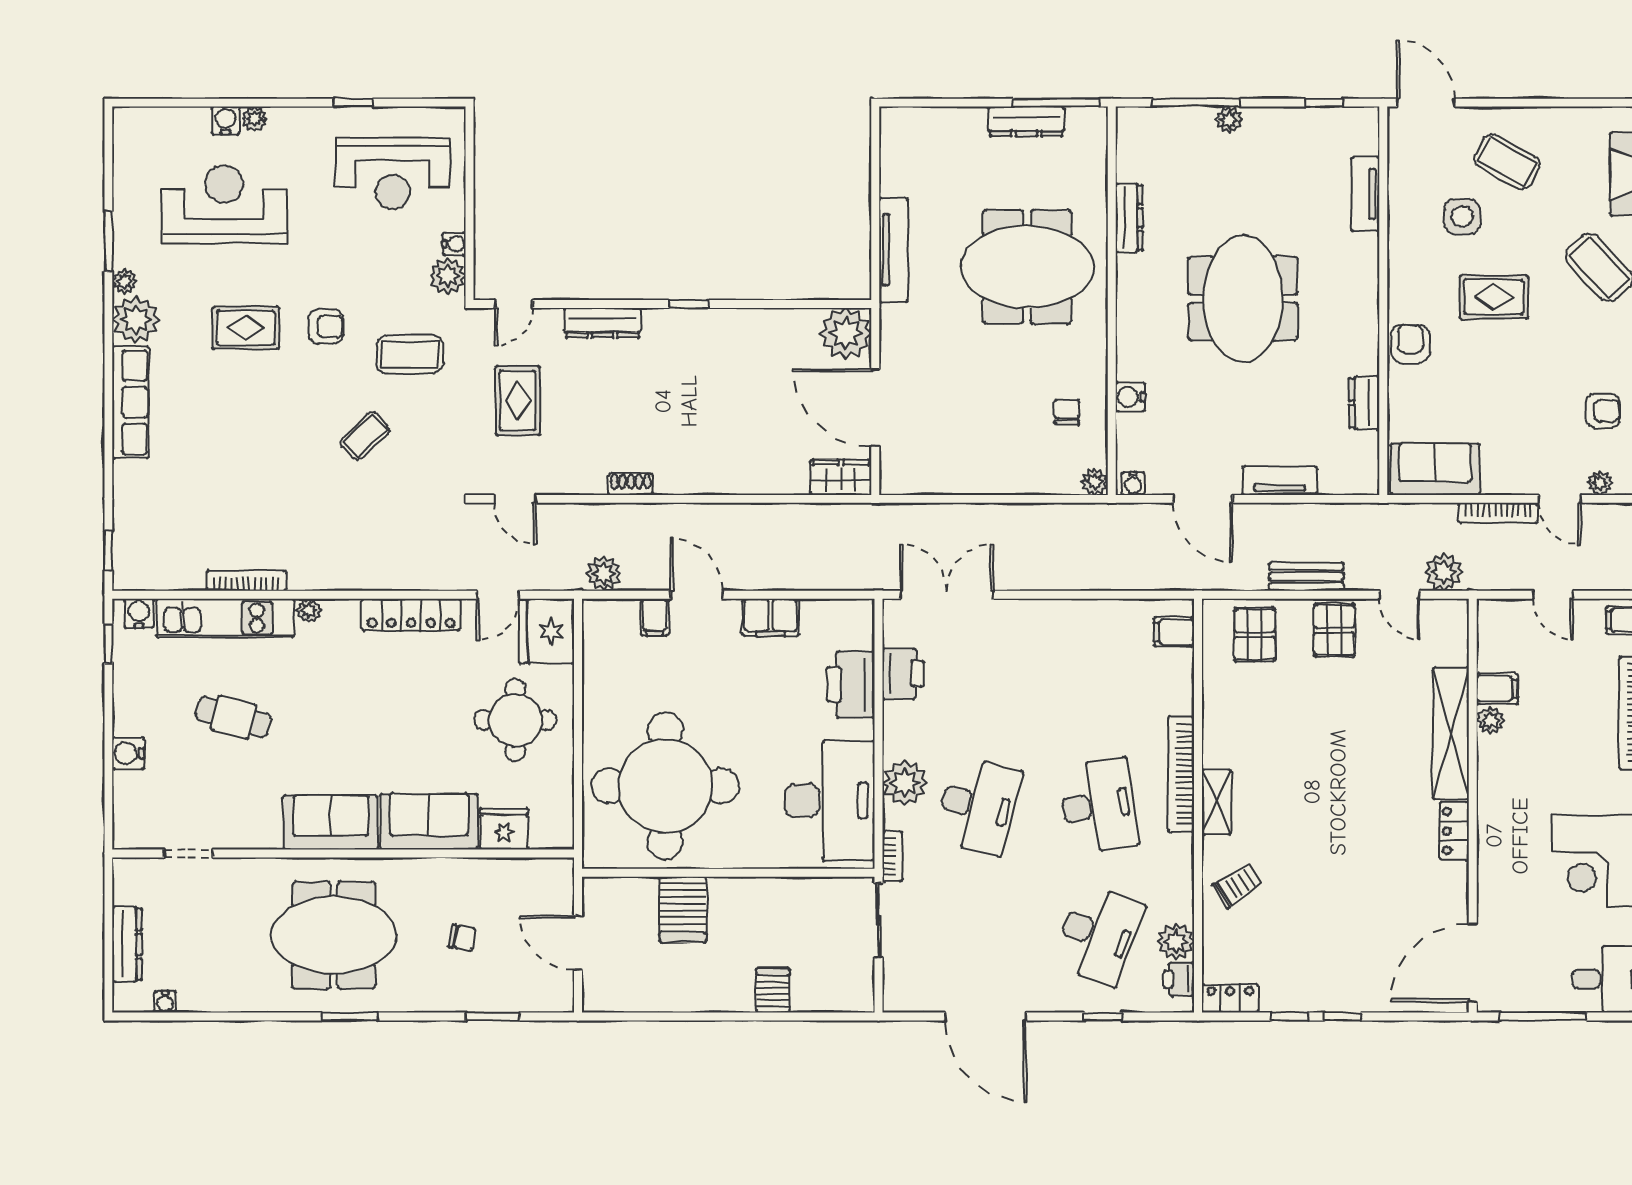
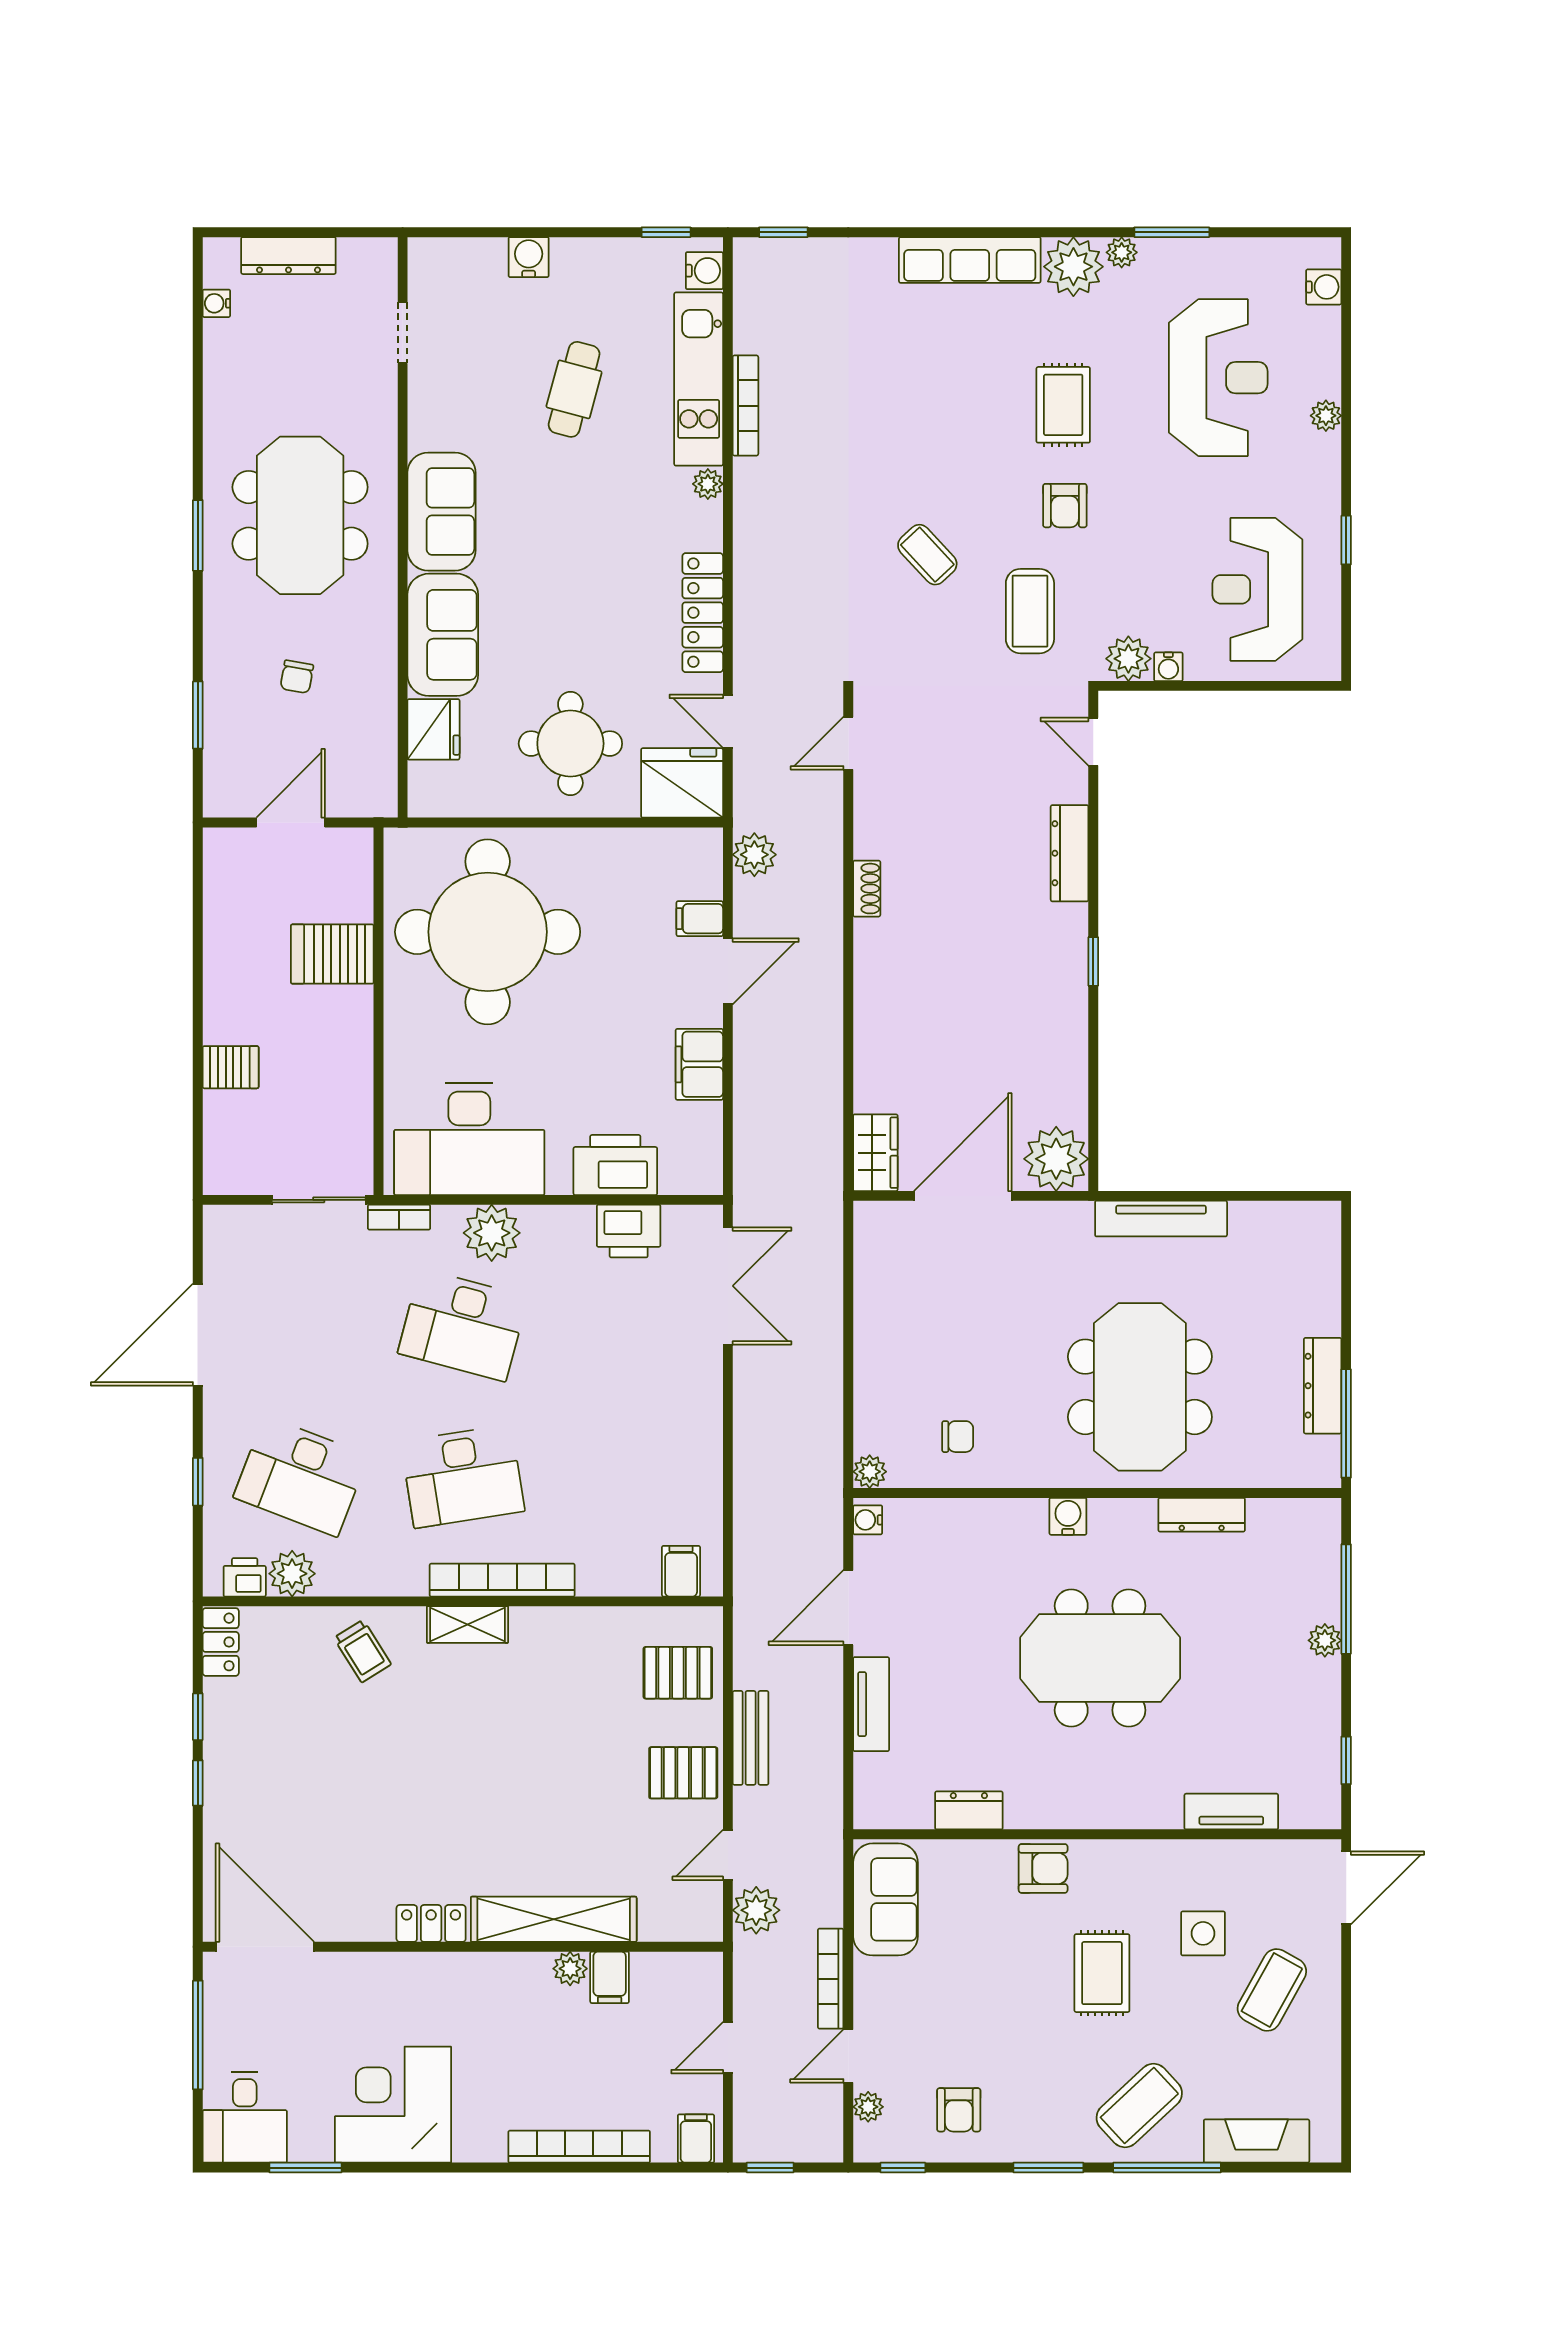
water cooler: (225, 121) -> (1324, 287), moved
water cooler: (1130, 397) -> (1068, 1516), moved
rug: (518, 401) -> (972, 747), removed

